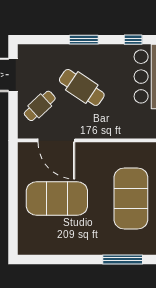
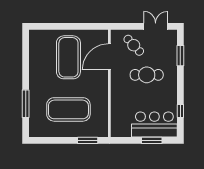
window: (84, 40) -> (180, 56), moved
cafe table: (82, 87) -> (147, 75), turned 56

